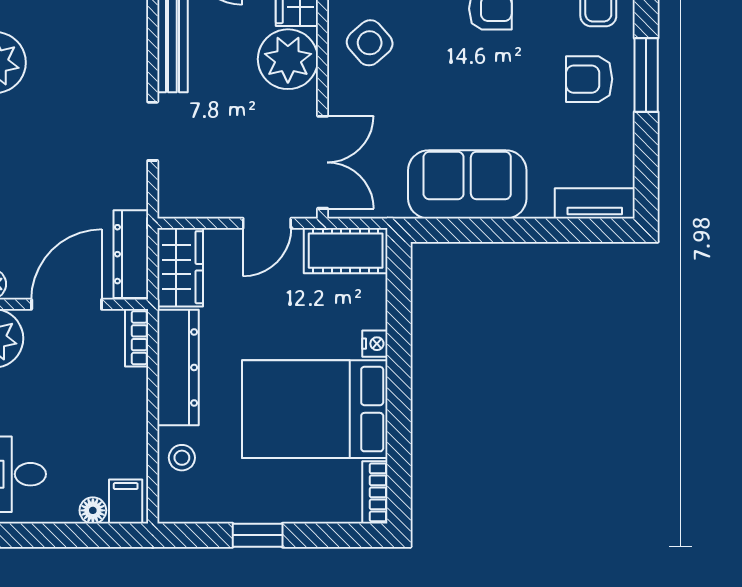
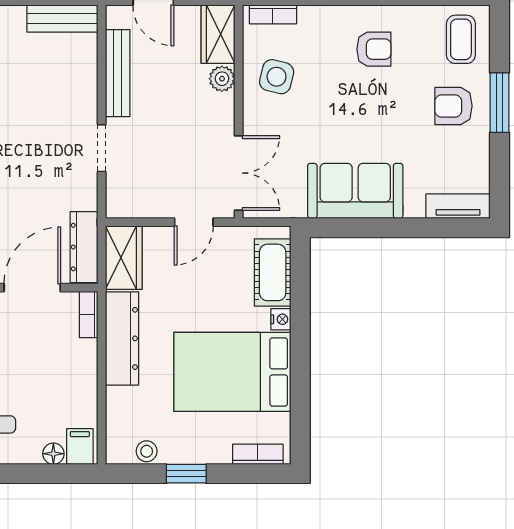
side table: (370, 43) -> (277, 77), turned -35
plant: (288, 59) -> (222, 79), width x0.53, depth x0.53
cot: (346, 251) -> (273, 272), moved, turned 90
stool: (182, 458) -> (147, 451), moved
bookcase: (375, 492) -> (258, 454), moved, turned 90

